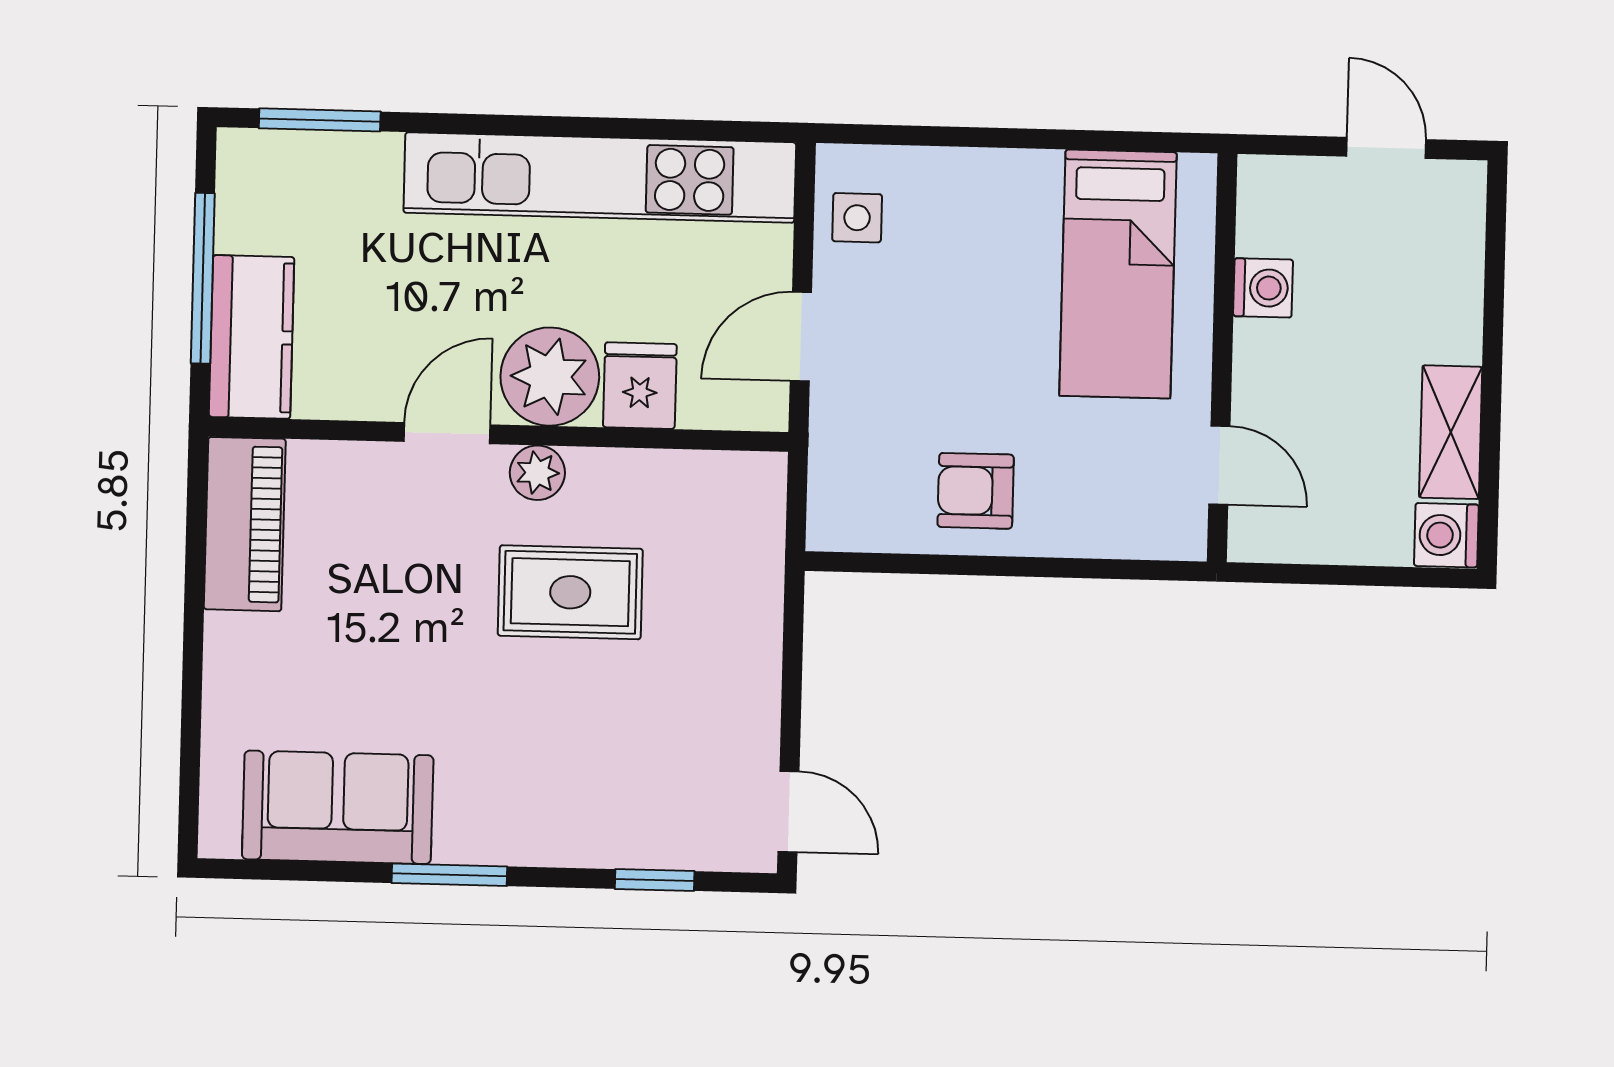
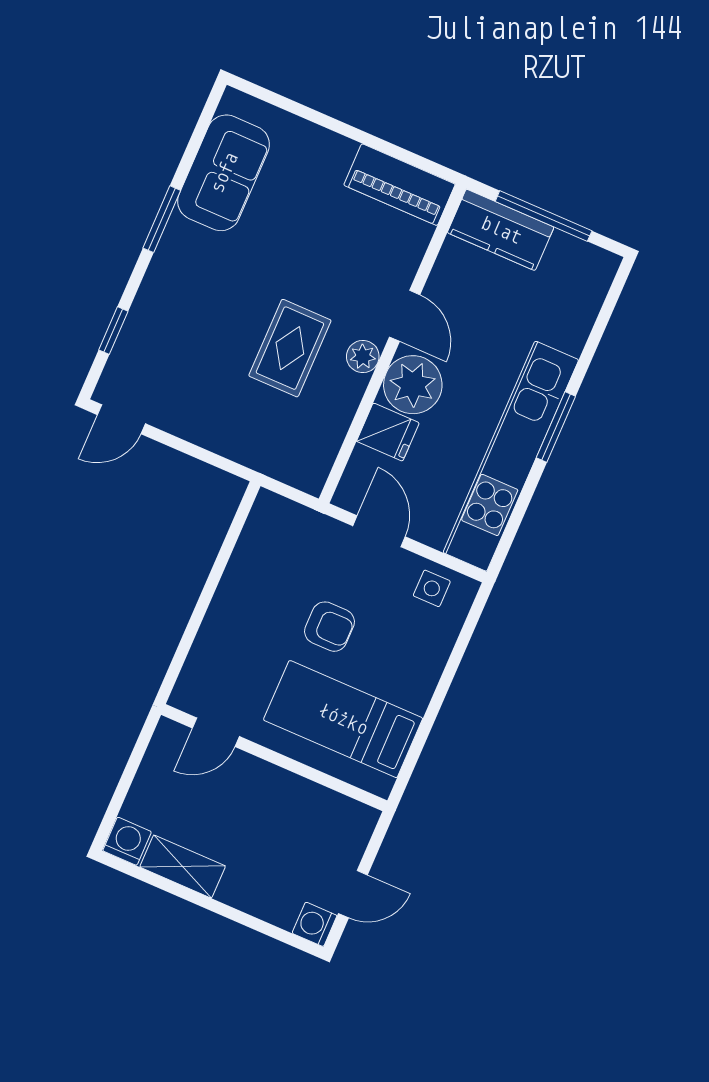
window: (320, 120) -> (556, 427), moved
washing machine: (1263, 288) -> (315, 924), moved, turned 90
armchair: (976, 491) -> (330, 627), moved, turned 90

